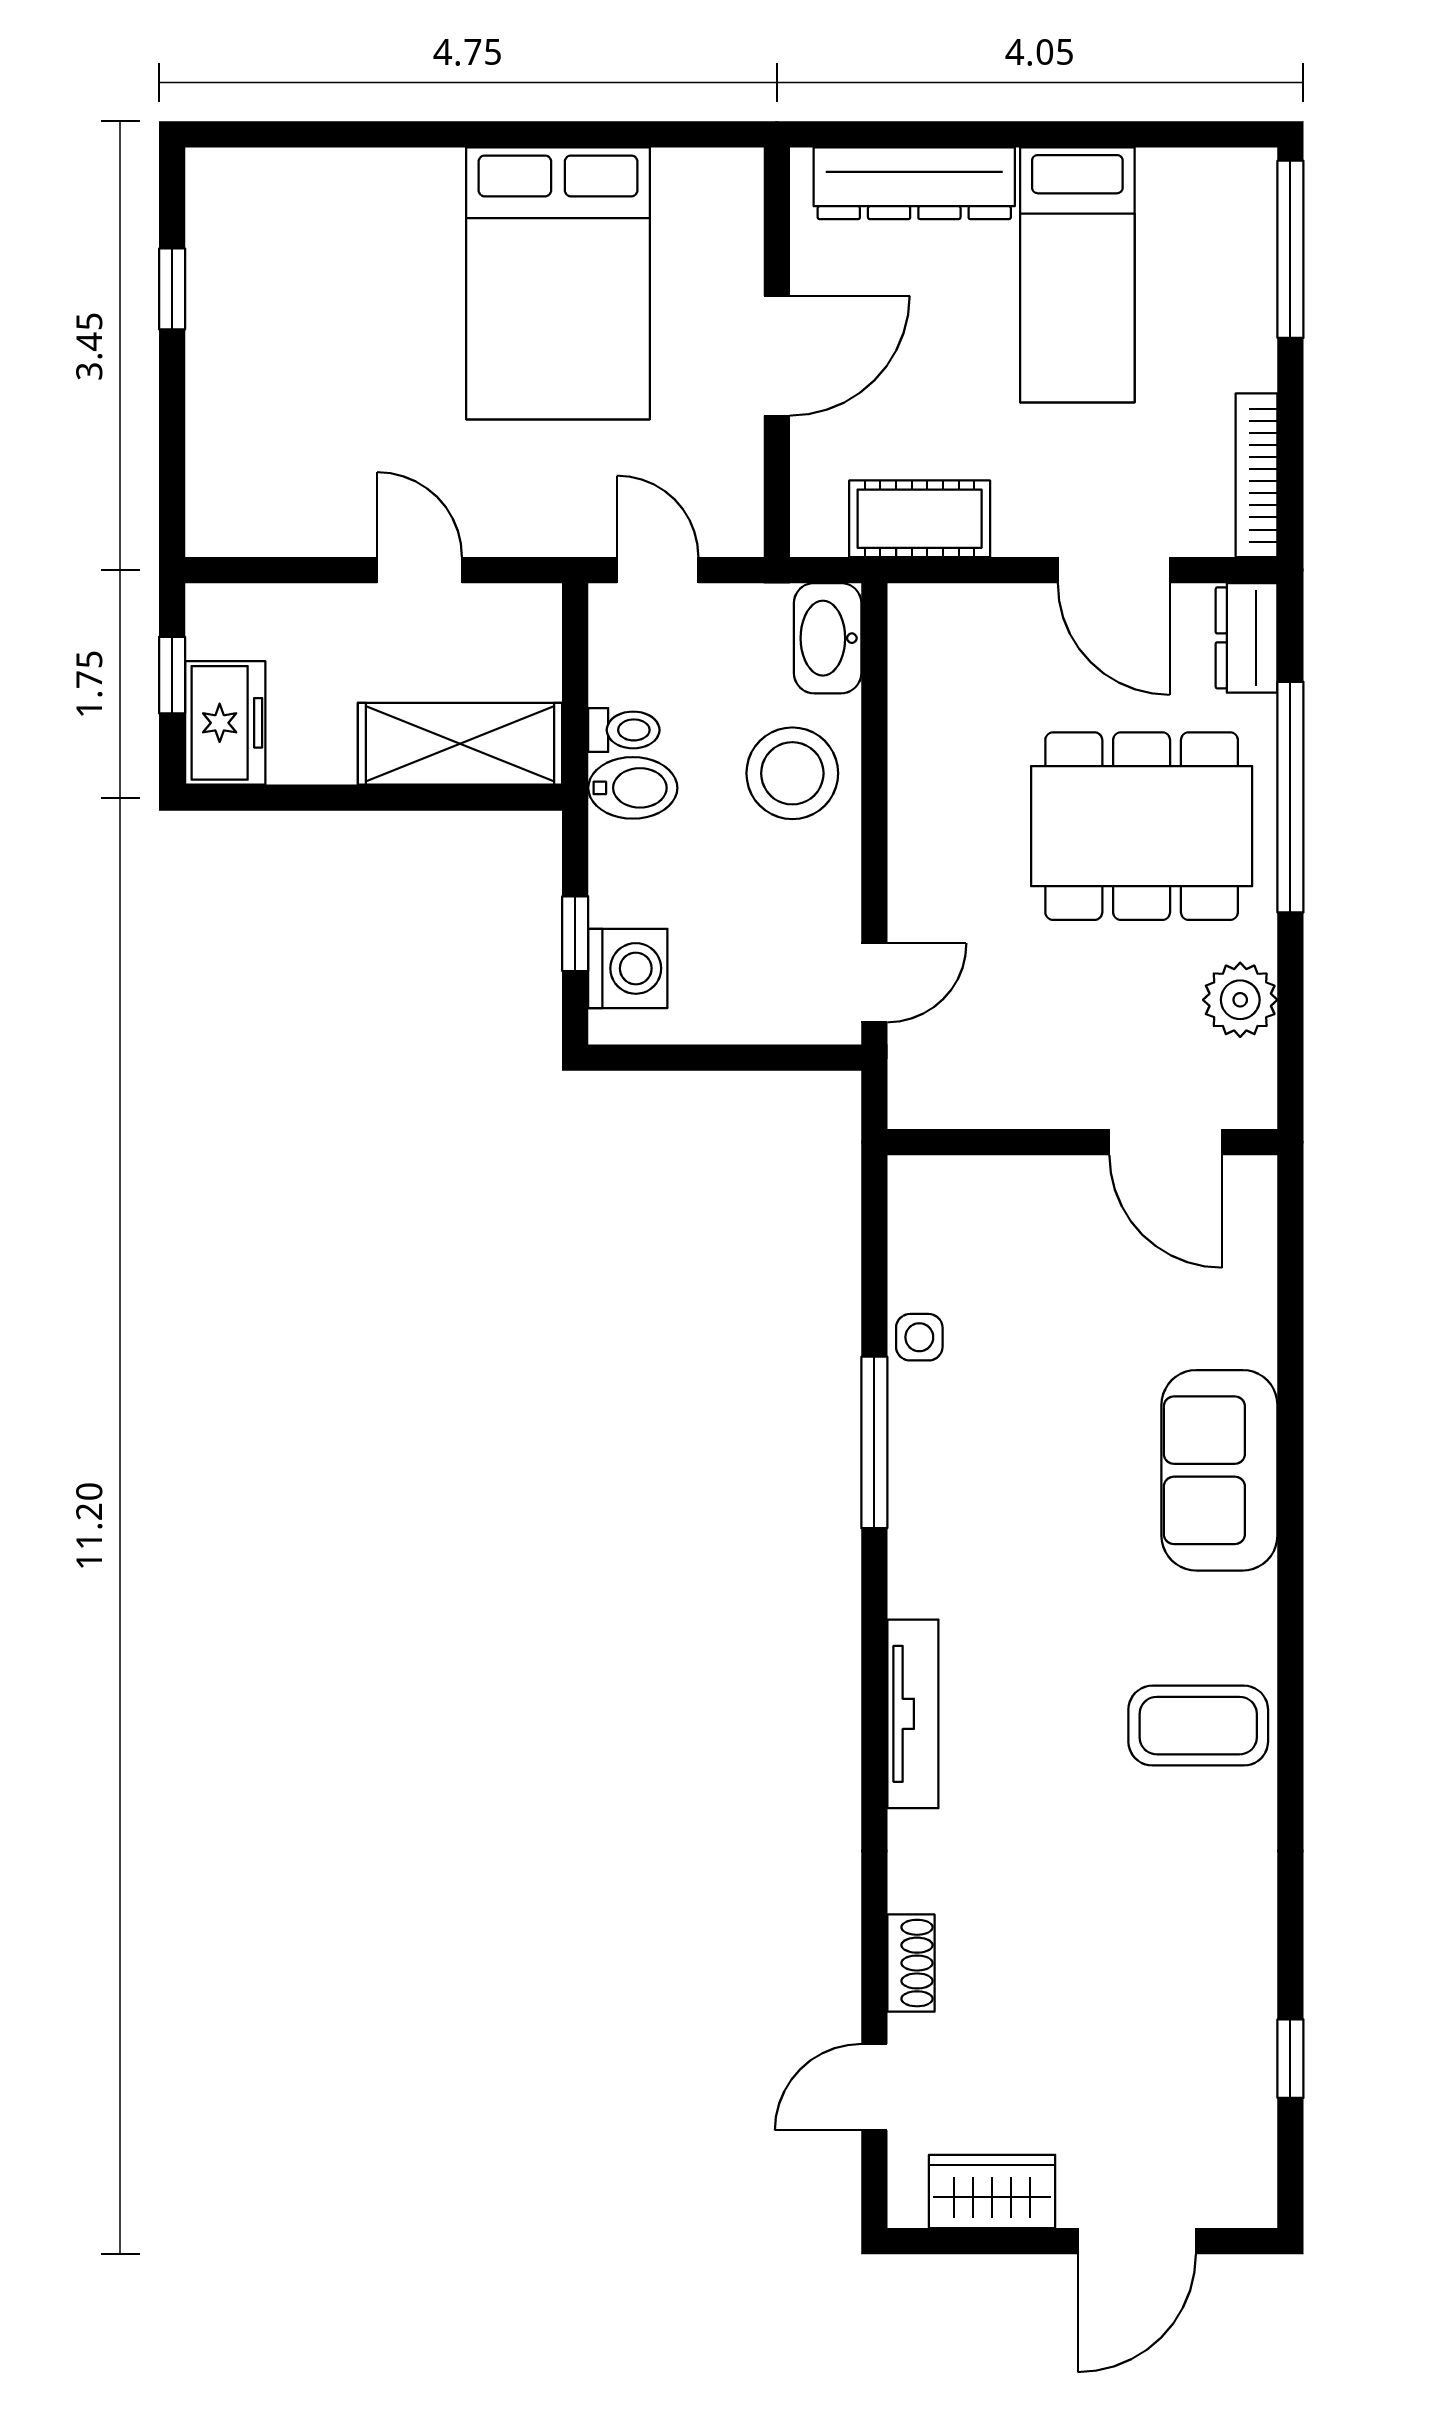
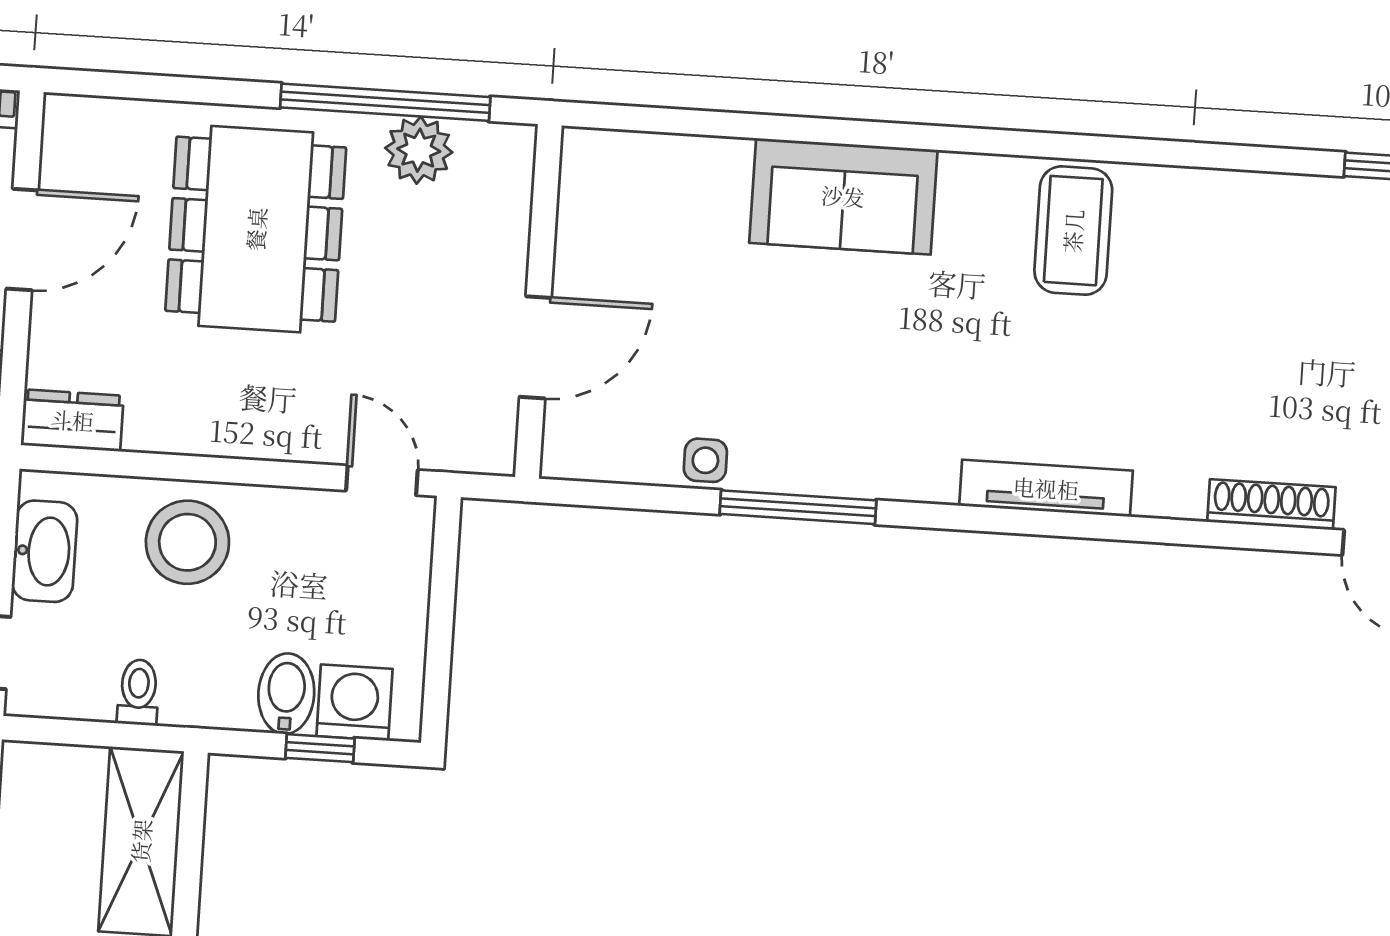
washbasin: (828, 638) -> (45, 551), moved, turned -90
dresser: (1247, 638) -> (72, 420), moved, turned 180
bidet: (633, 788) -> (286, 694), moved
window: (1290, 797) -> (385, 102), moved
door: (1166, 1142) -> (535, 347), moved
shoe rack: (911, 1963) -> (1271, 505), width x1.43

